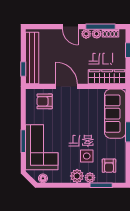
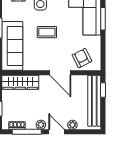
plant: (97, 34) -> (72, 125), moved
armchair: (45, 101) -> (82, 58), turned -117
coffee table: (80, 128) -> (47, 32), added

